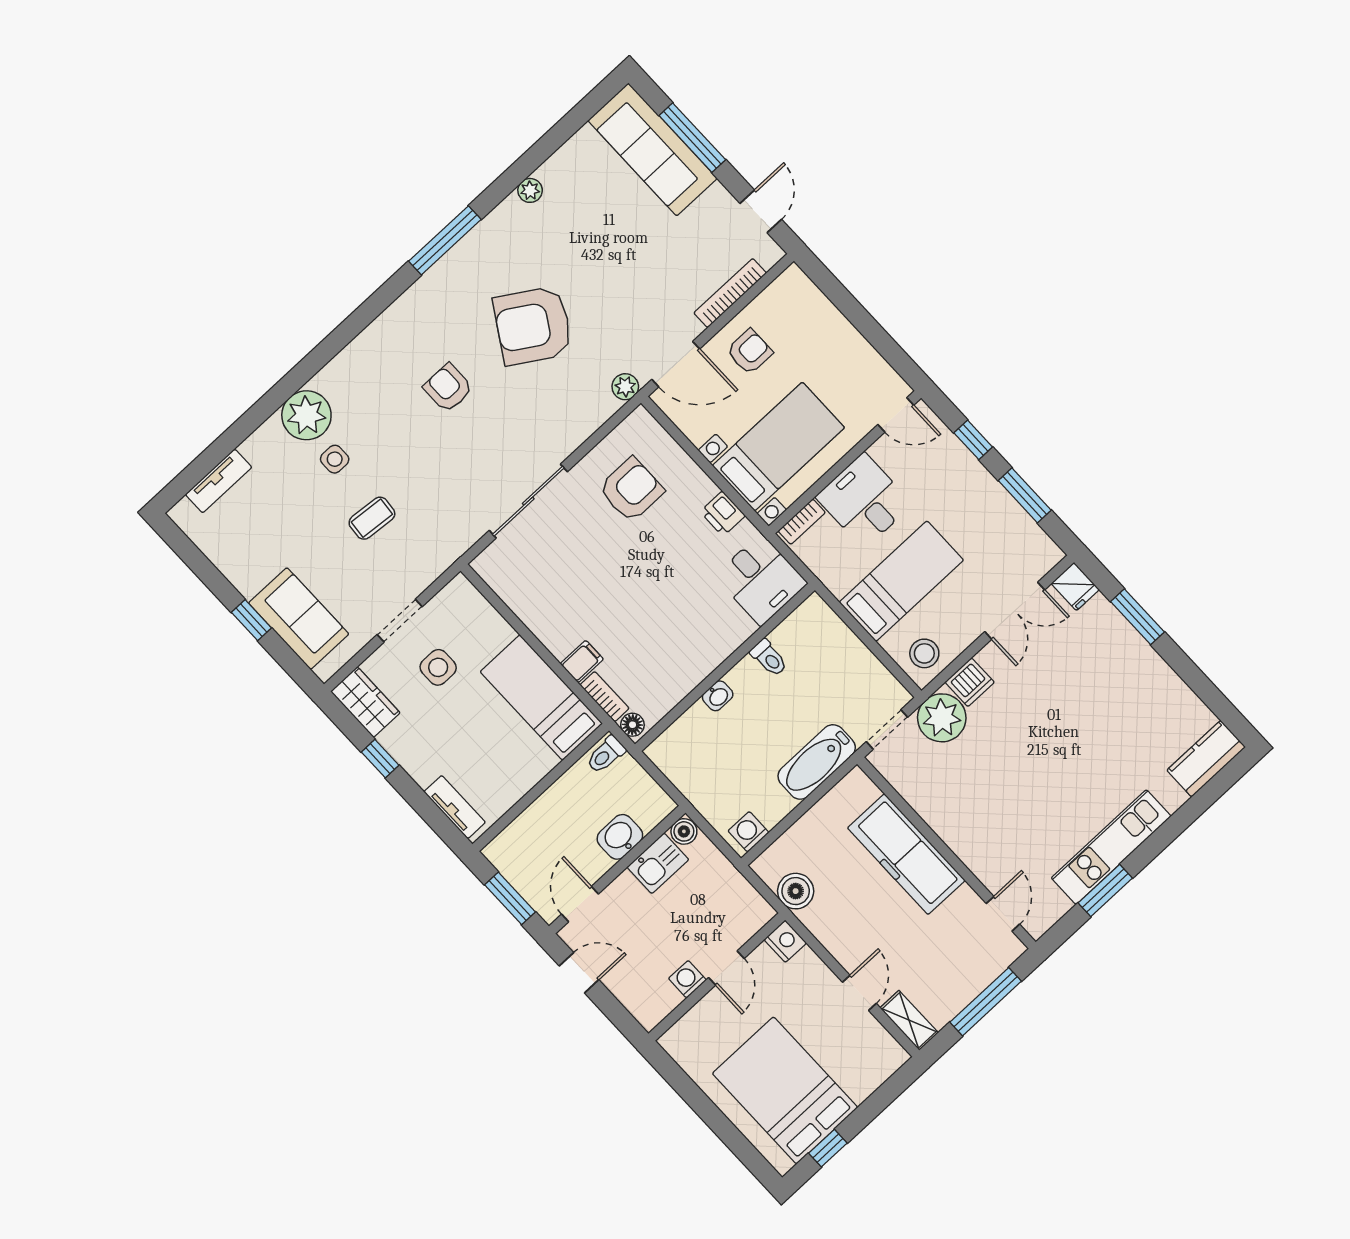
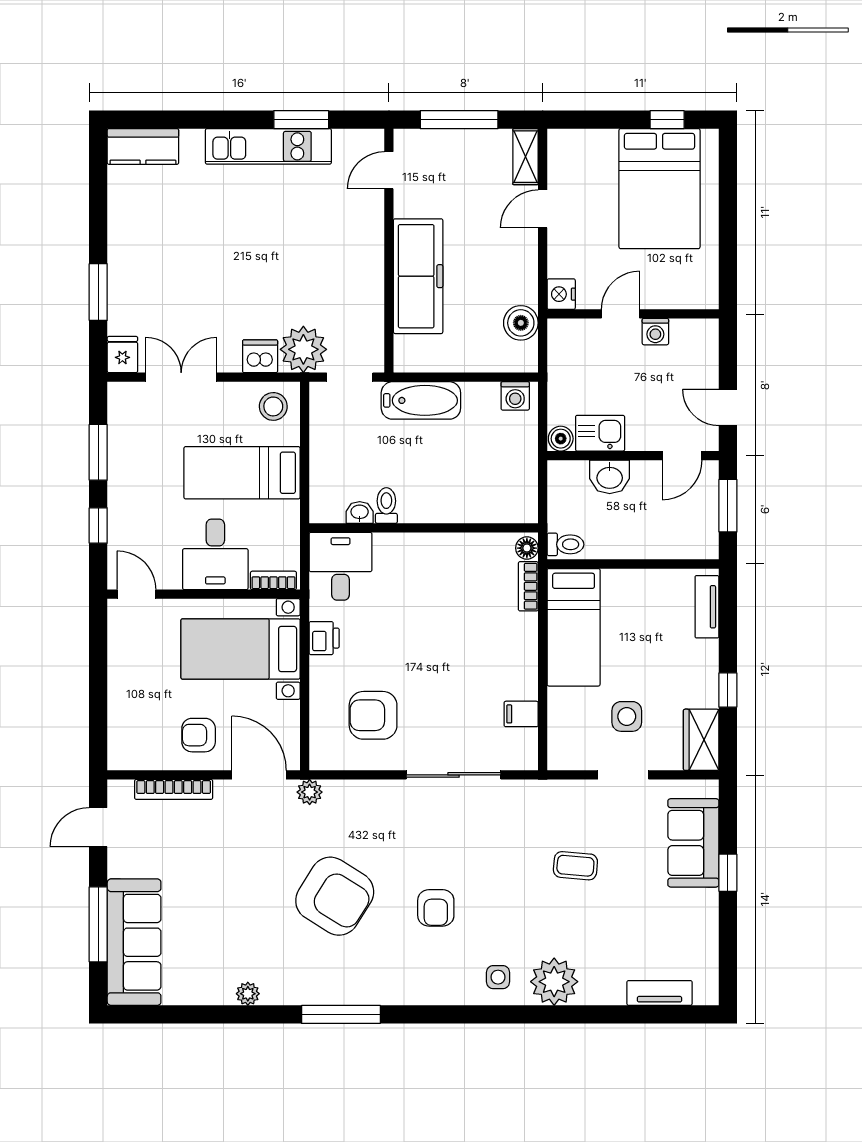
side table: (335, 459) -> (498, 977), moved
filing cabinet: (582, 661) -> (521, 714), moved
washbasin: (718, 696) -> (360, 512), moved

